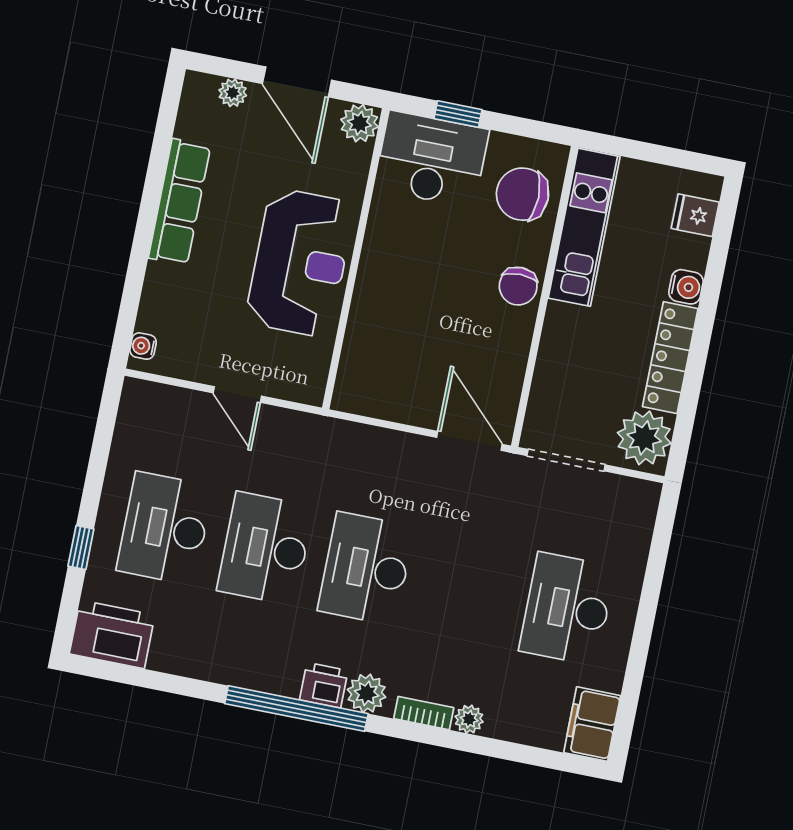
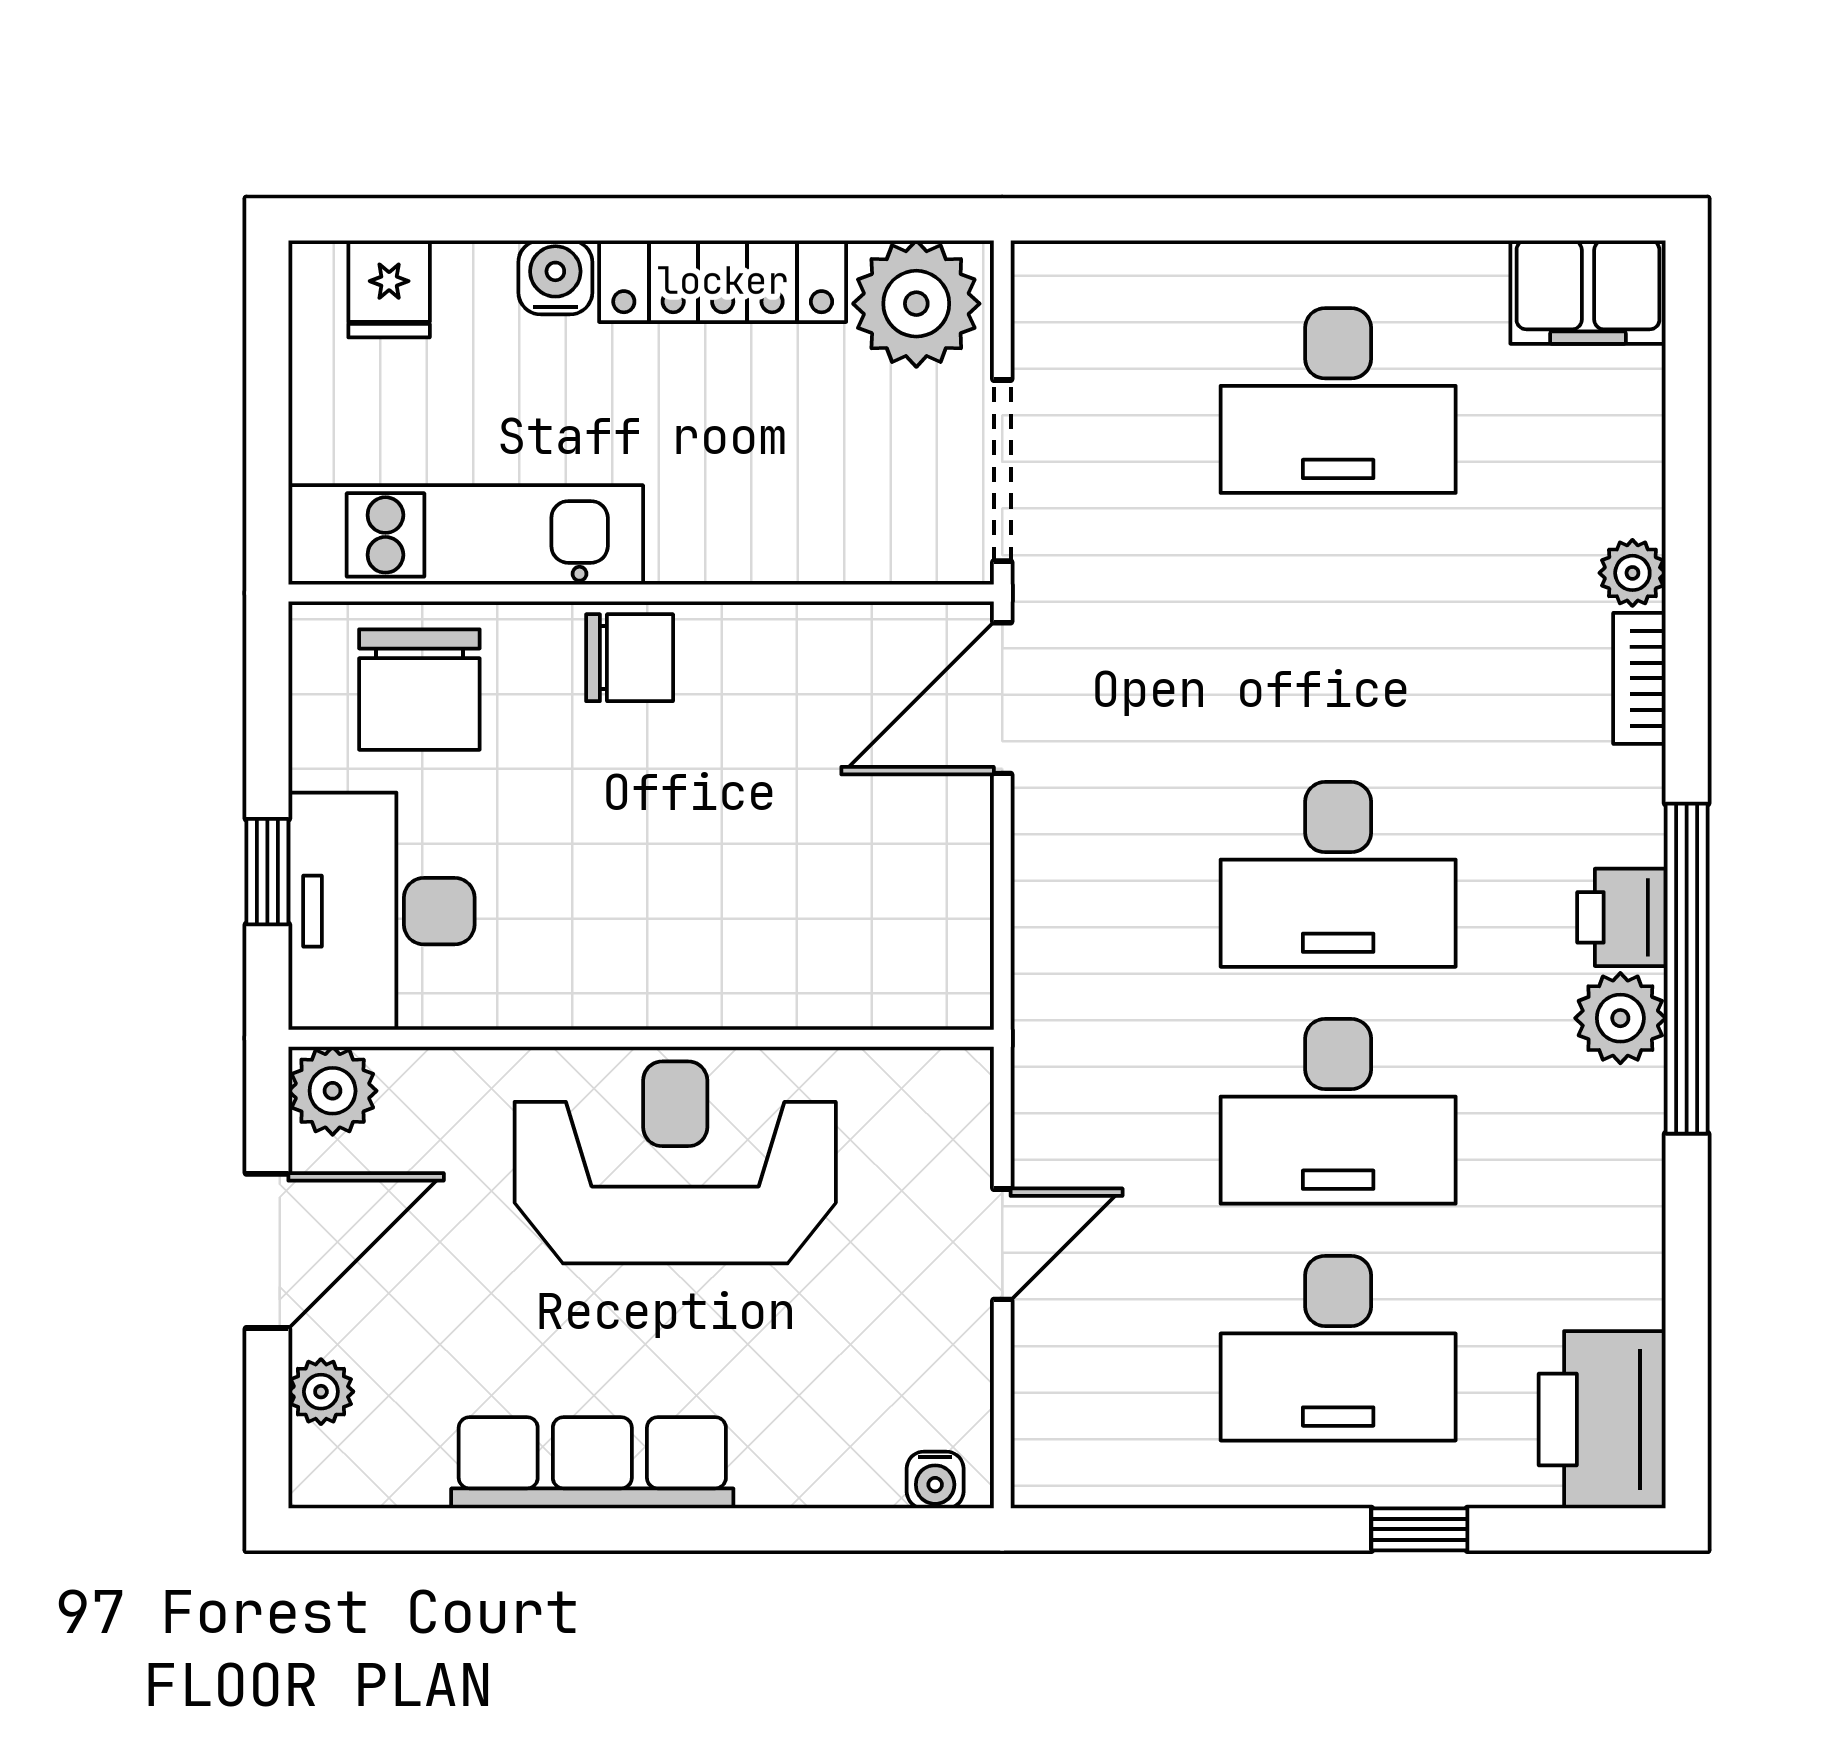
plant: (367, 693) -> (1620, 1018), moved

